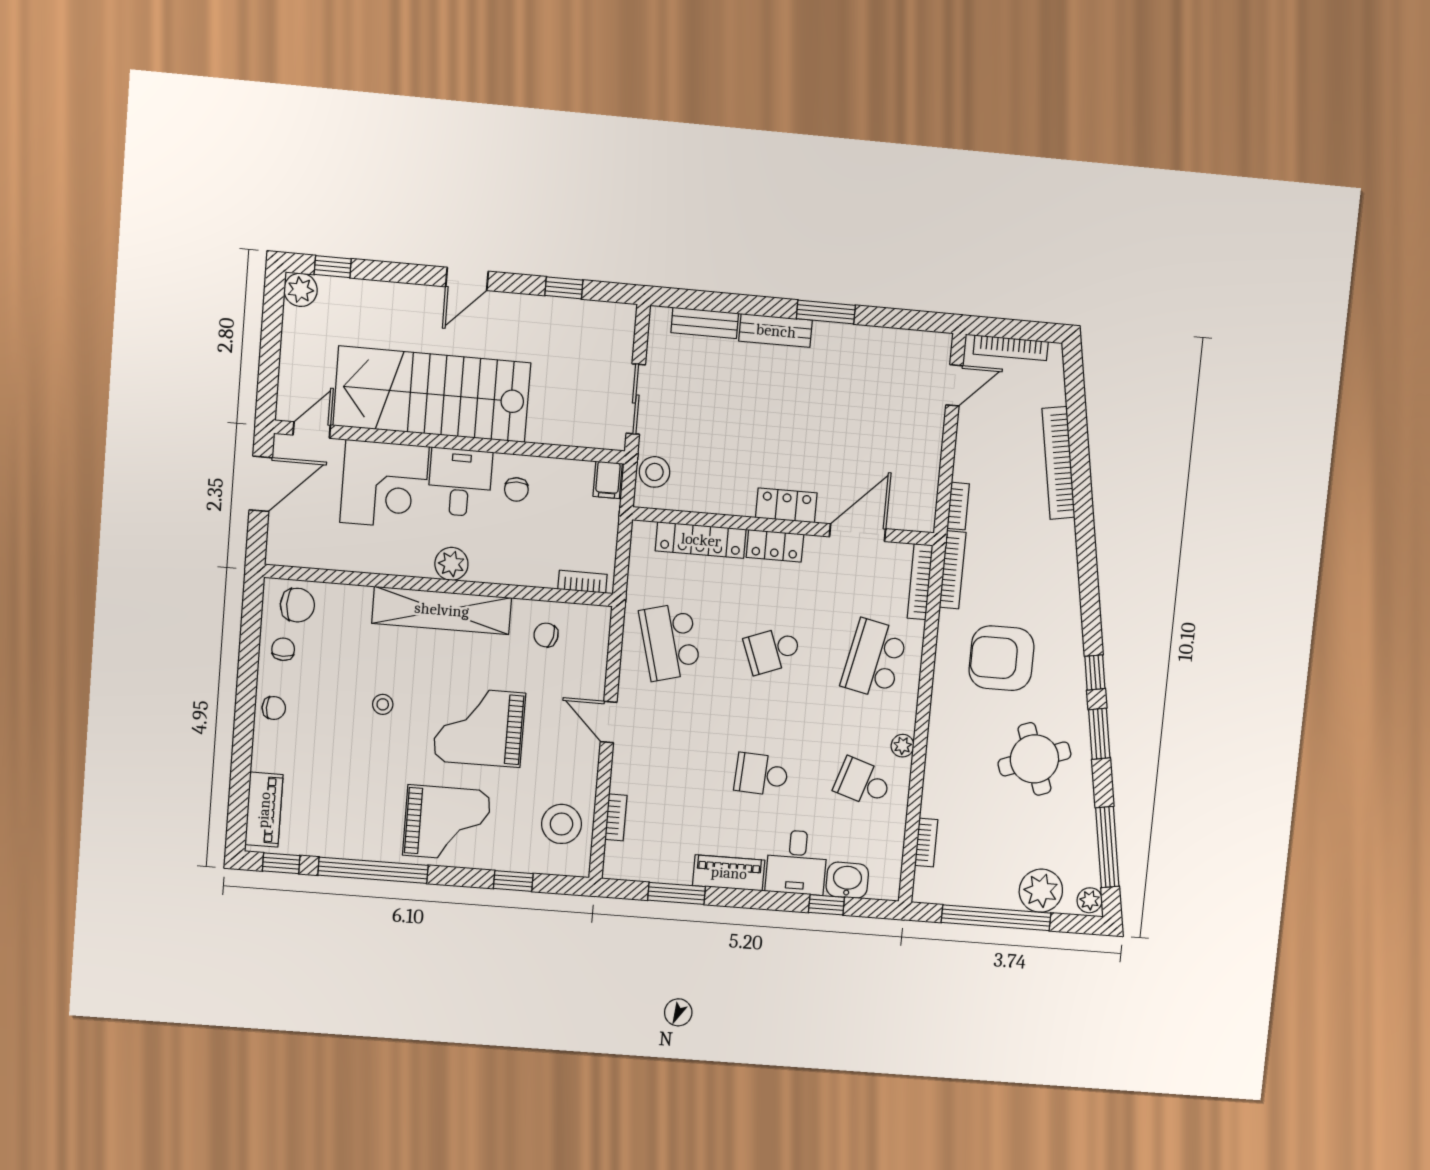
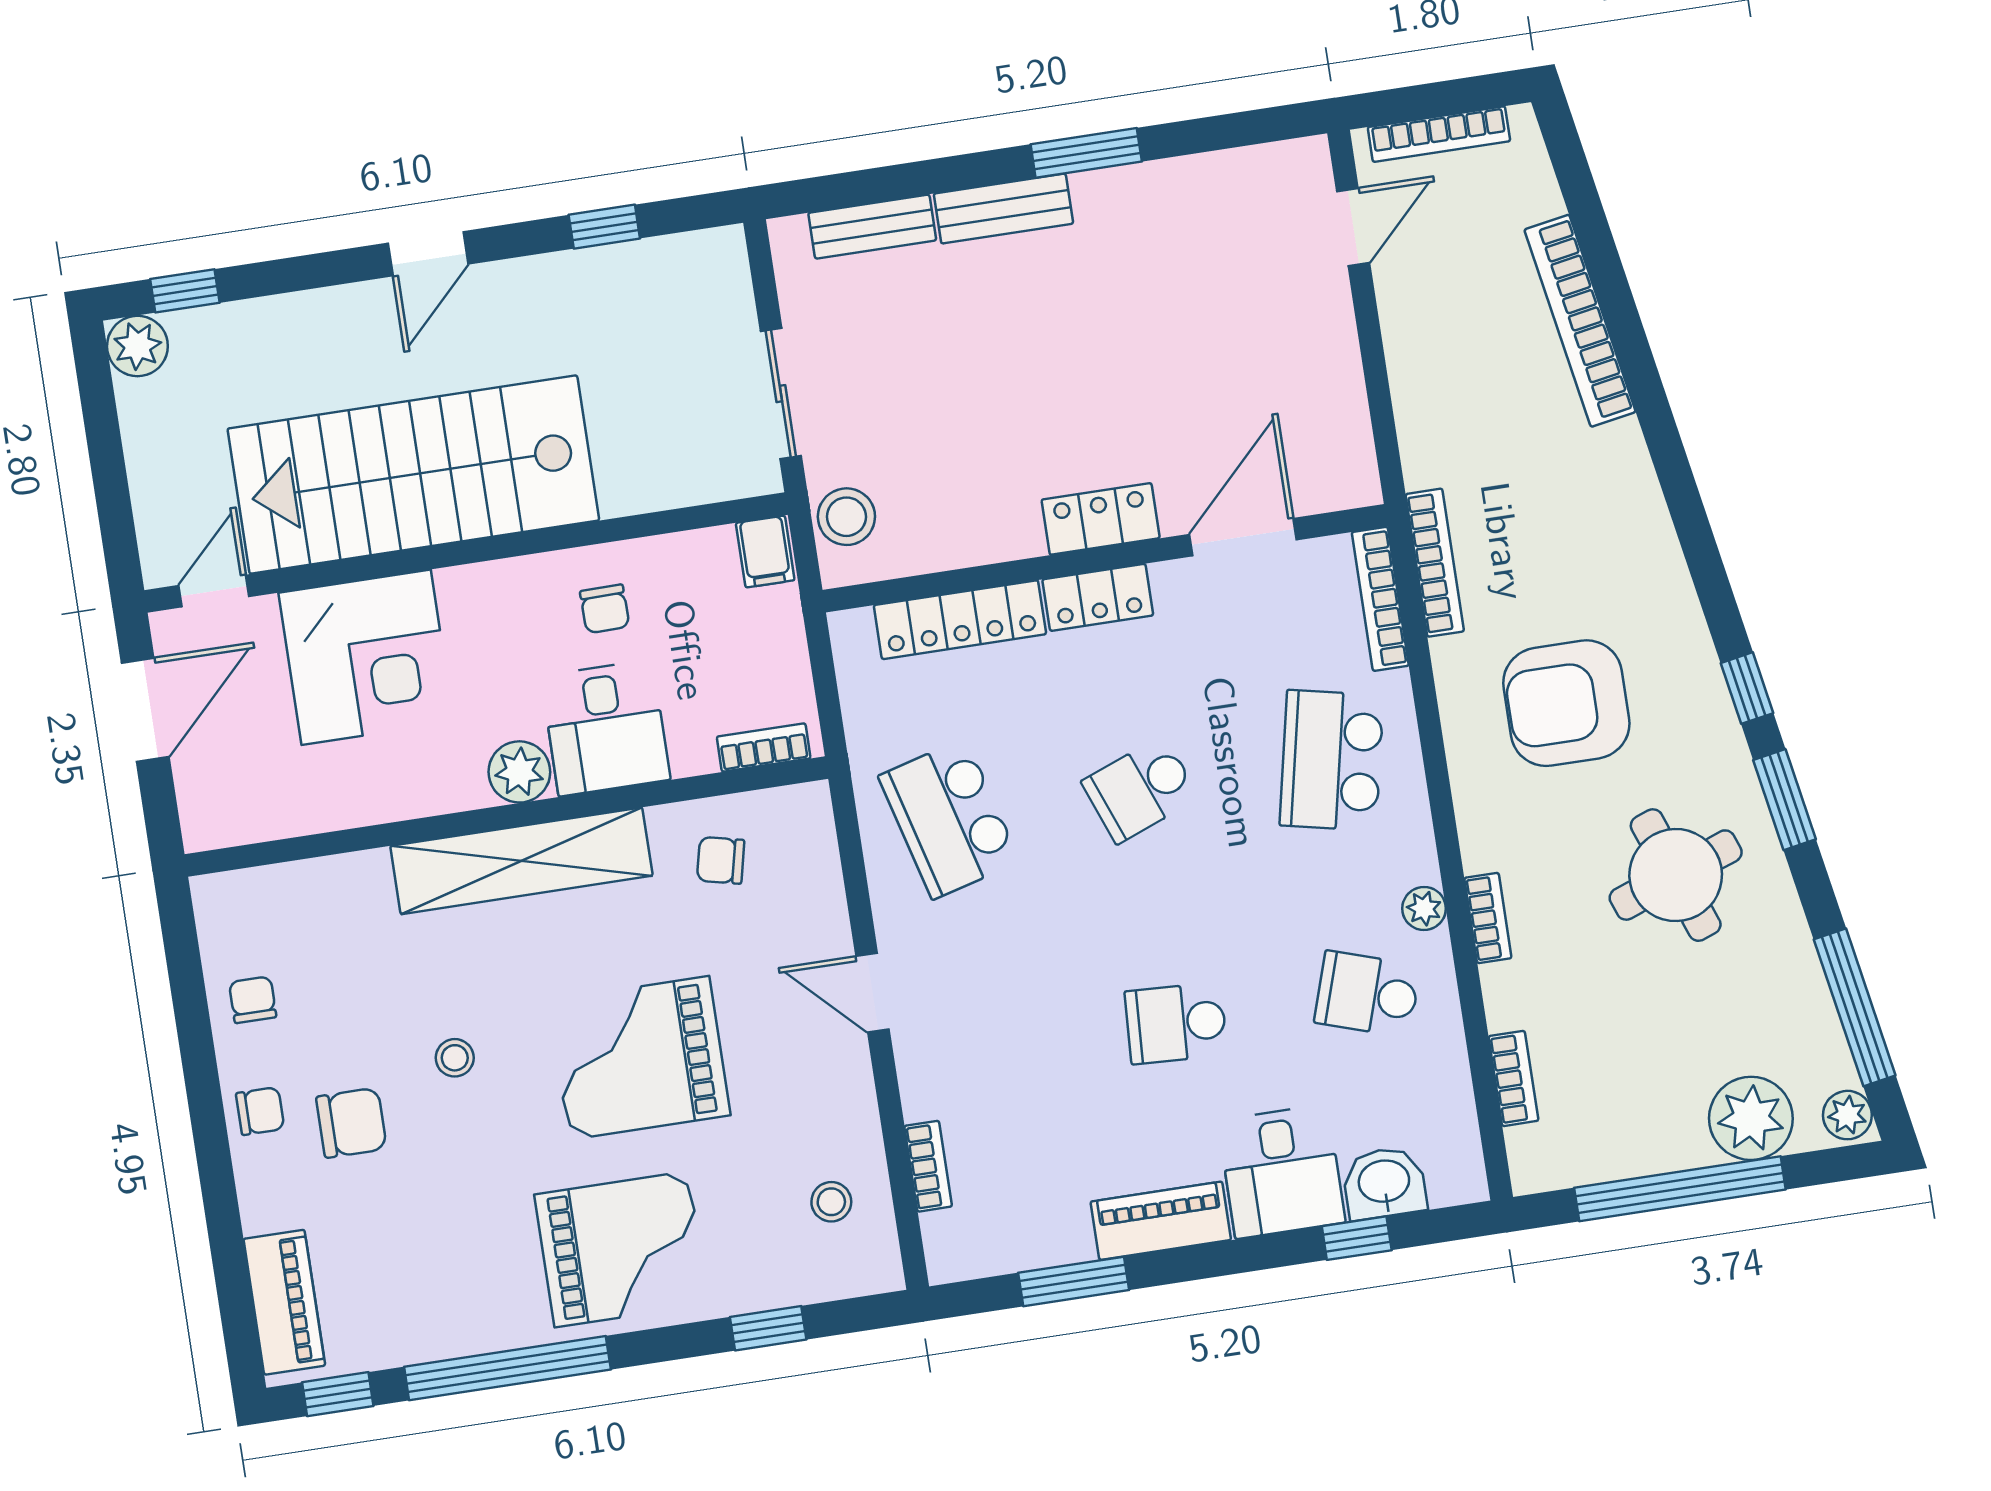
desk: (460, 482) -> (606, 728), moved, turned 180
bookcase: (958, 506) -> (1488, 918), moved
chair: (297, 605) -> (351, 1123), moved
stool: (561, 824) -> (831, 1202), width x0.53, depth x0.53

